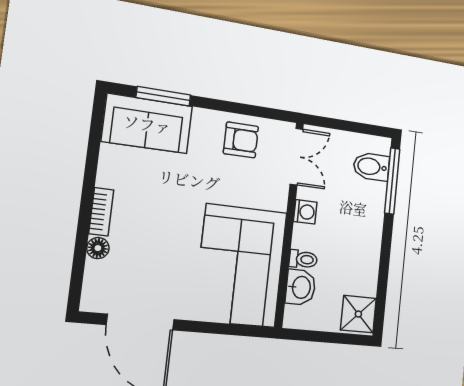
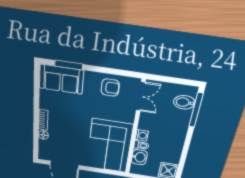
washing machine: (305, 212) -> (142, 135), moved

